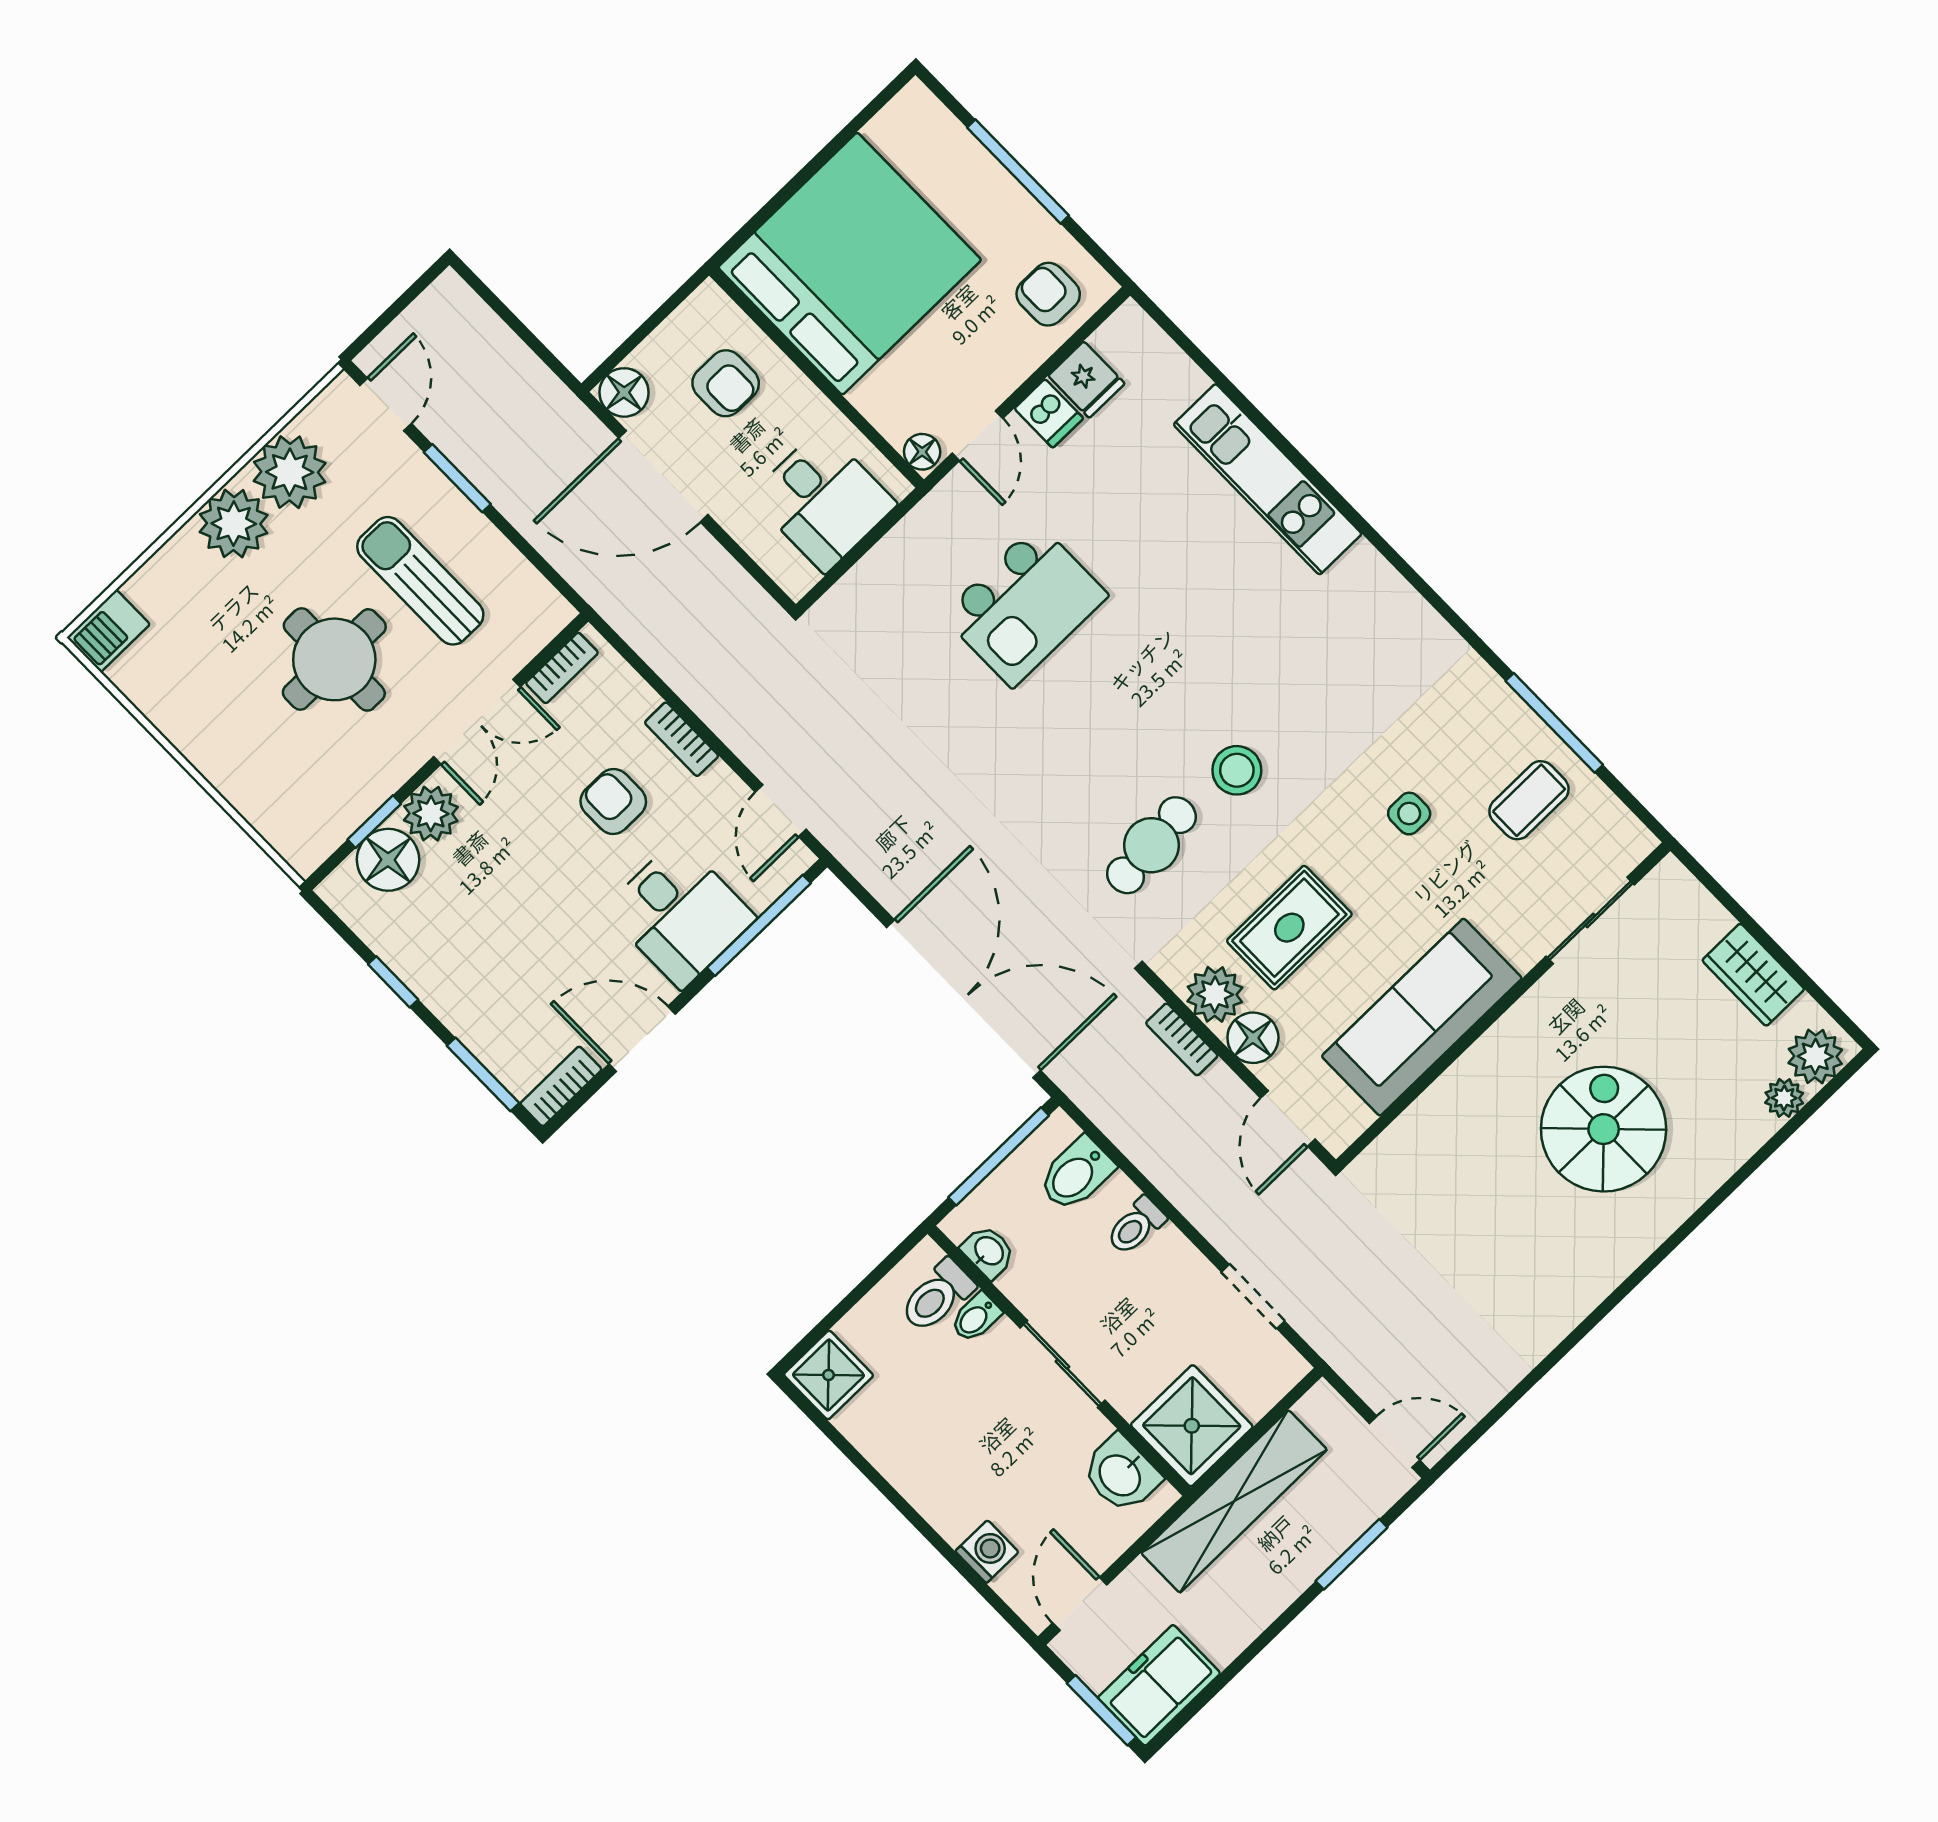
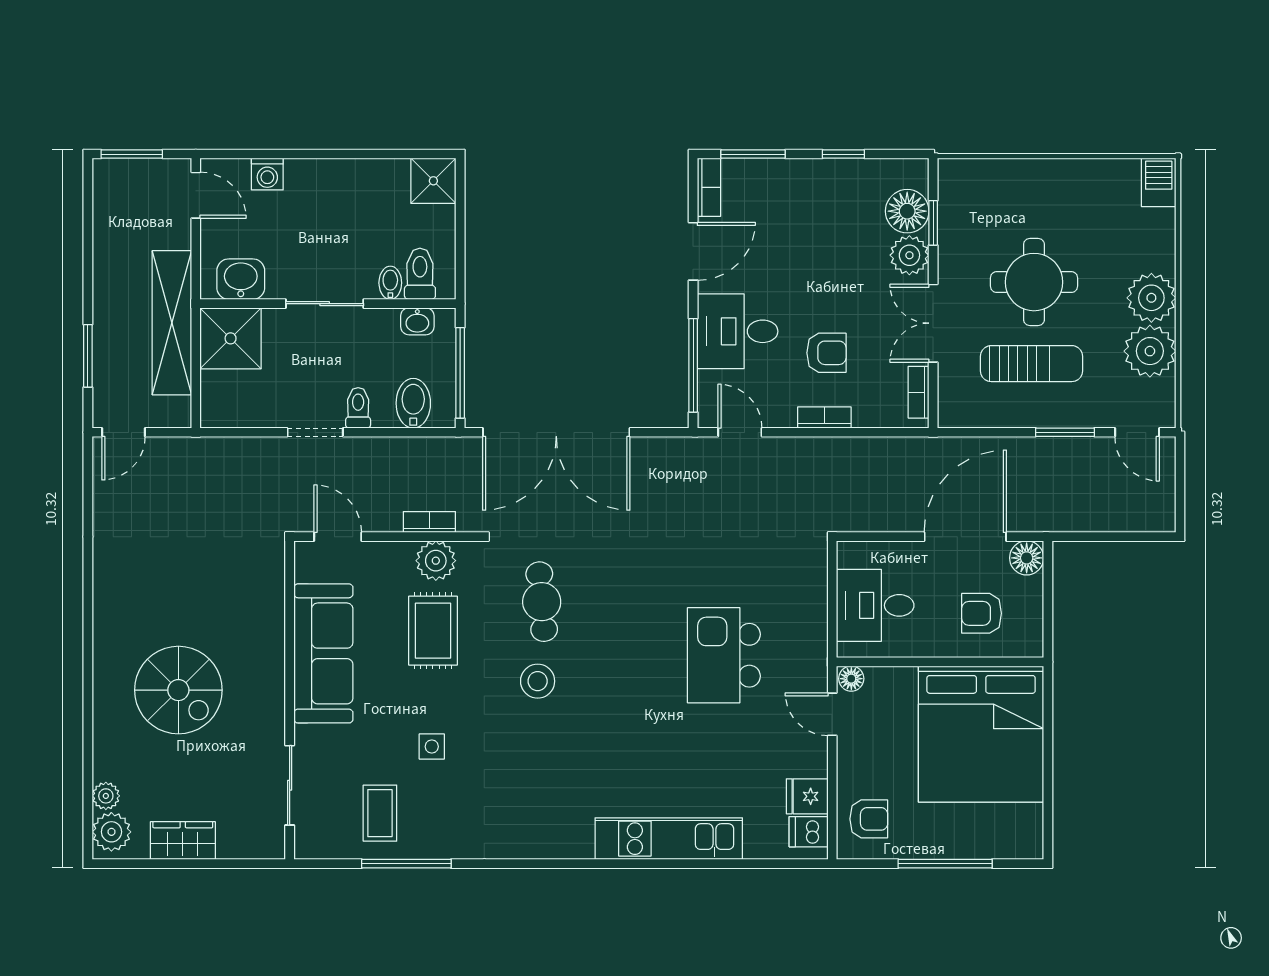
dishwasher: (1049, 413) -> (809, 832), moved
floor lamp: (1253, 1038) -> (395, 559), removed
doorway: (1253, 1296) -> (315, 432), moved
freezer: (1159, 1685) -> (116, 195), removed

